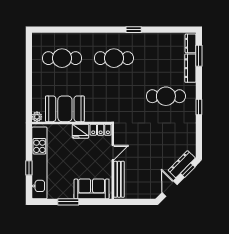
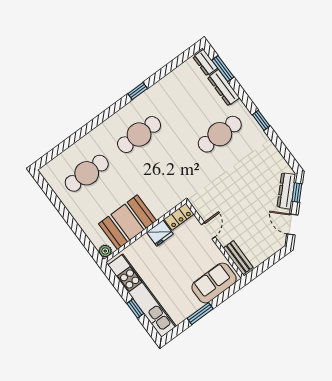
bench: (119, 179) -> (238, 258), width x0.73

